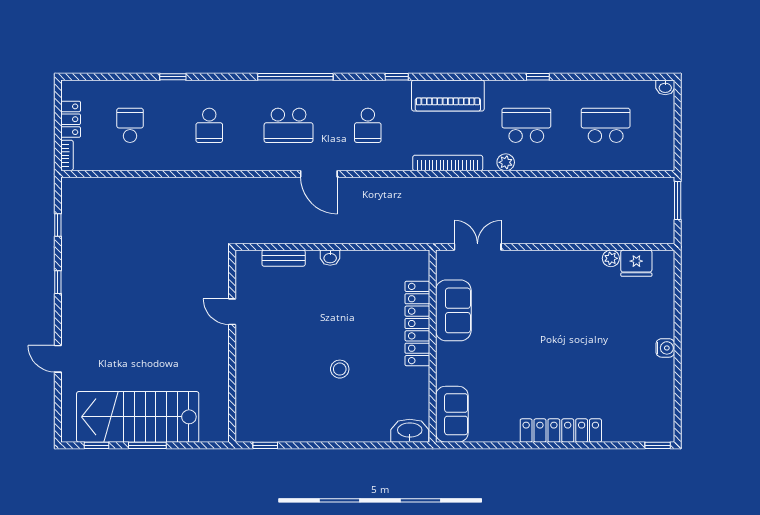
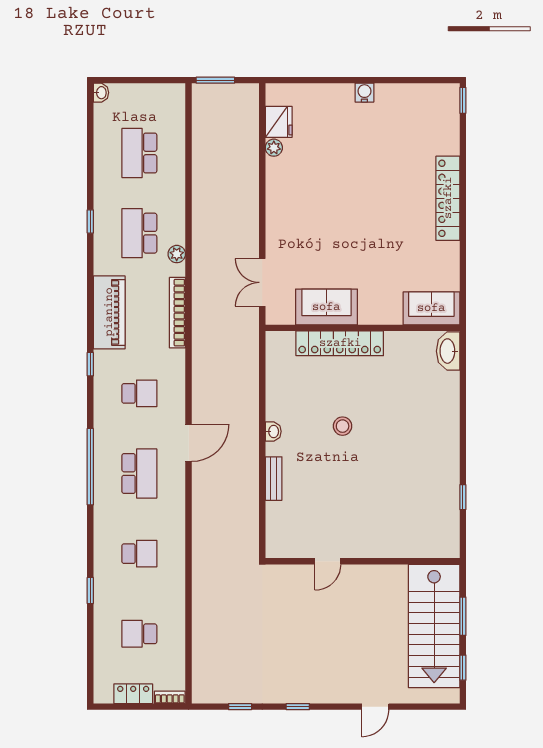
door: (232, 312) -> (328, 561), moved
wall: (232, 346) -> (363, 561), moved
stool: (340, 369) -> (343, 426), moved

